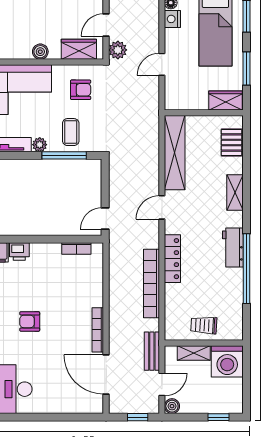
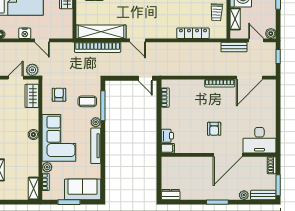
nightstand: (172, 19) -> (25, 33), moved
door: (106, 25) -> (16, 78), swing flipped
boiler: (40, 52) -> (33, 135), moved
locker: (172, 259) -> (193, 33), moved
bookcase: (151, 284) -> (98, 47), moved

